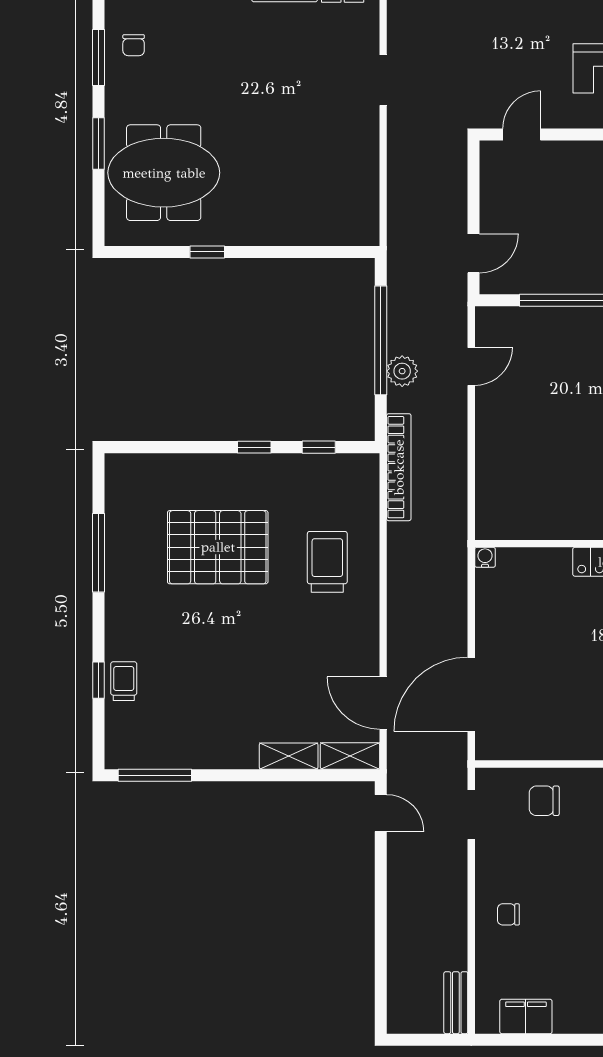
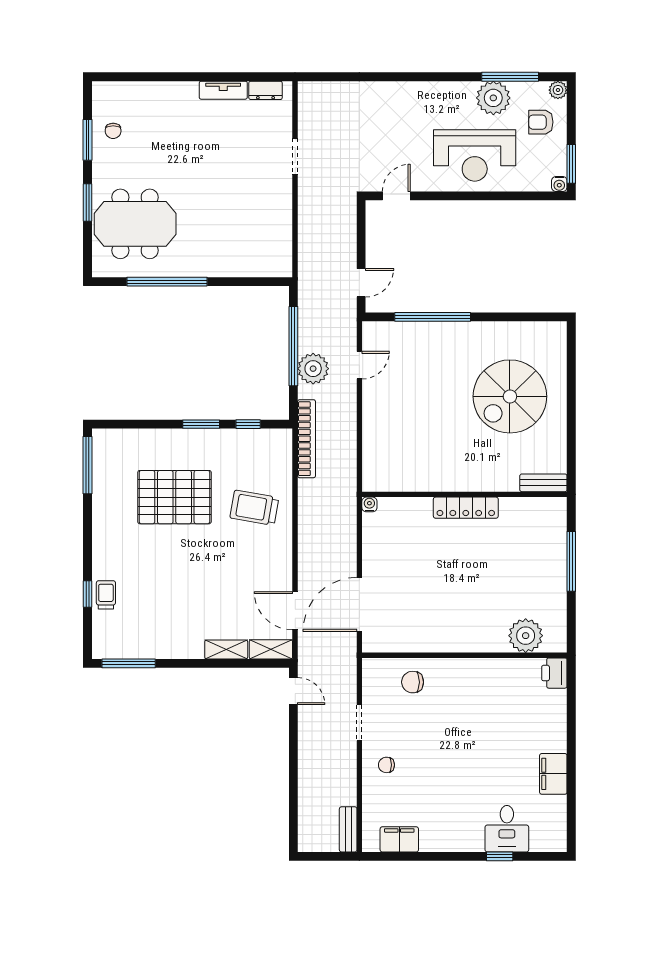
window: (207, 252) -> (167, 282), width x3.17
plant: (402, 371) -> (313, 369), width x1.36, depth x1.36
window: (254, 447) -> (201, 424), width x1.50
window: (99, 553) -> (88, 465), moved
trolley: (327, 562) -> (254, 508), turned -80
doorway: (471, 815) -> (359, 723), moved

